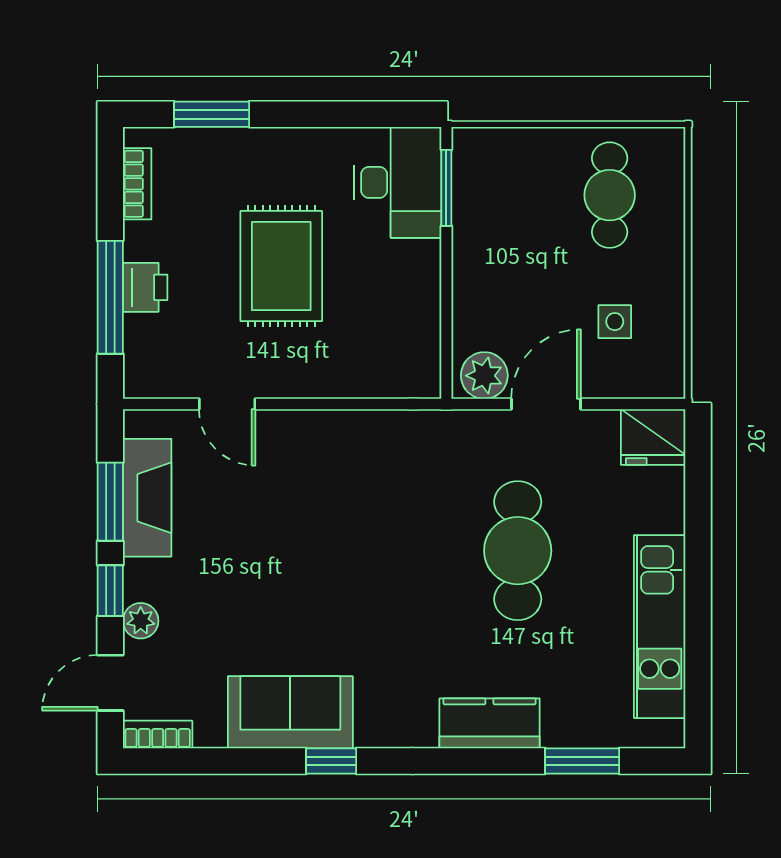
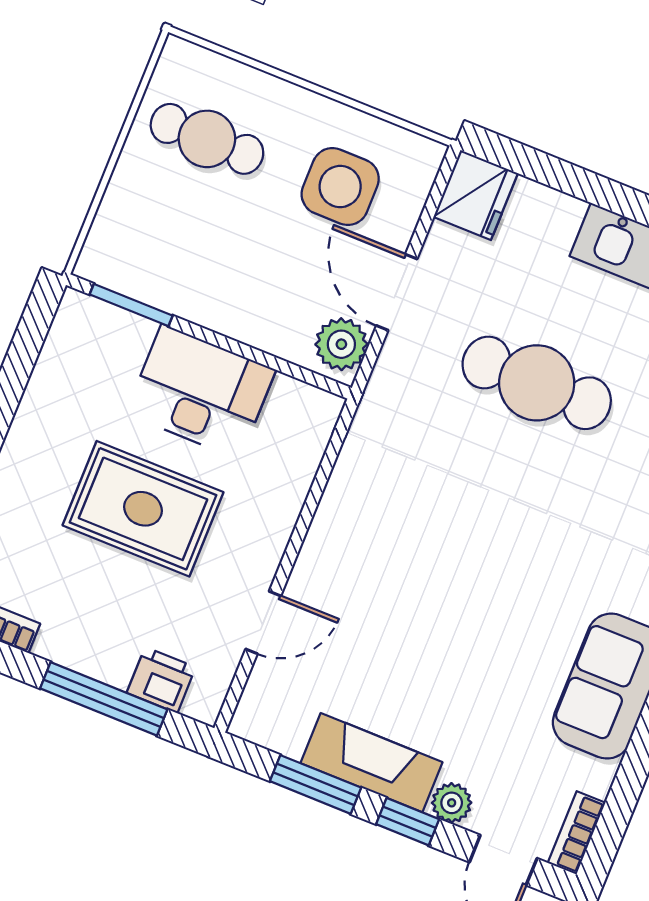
desk: (398, 182) -> (201, 392), moved
printer: (145, 287) -> (161, 680), moved
side table: (615, 322) -> (340, 187), width x1.87, depth x1.87
fireplace: (147, 498) -> (371, 763), moved

